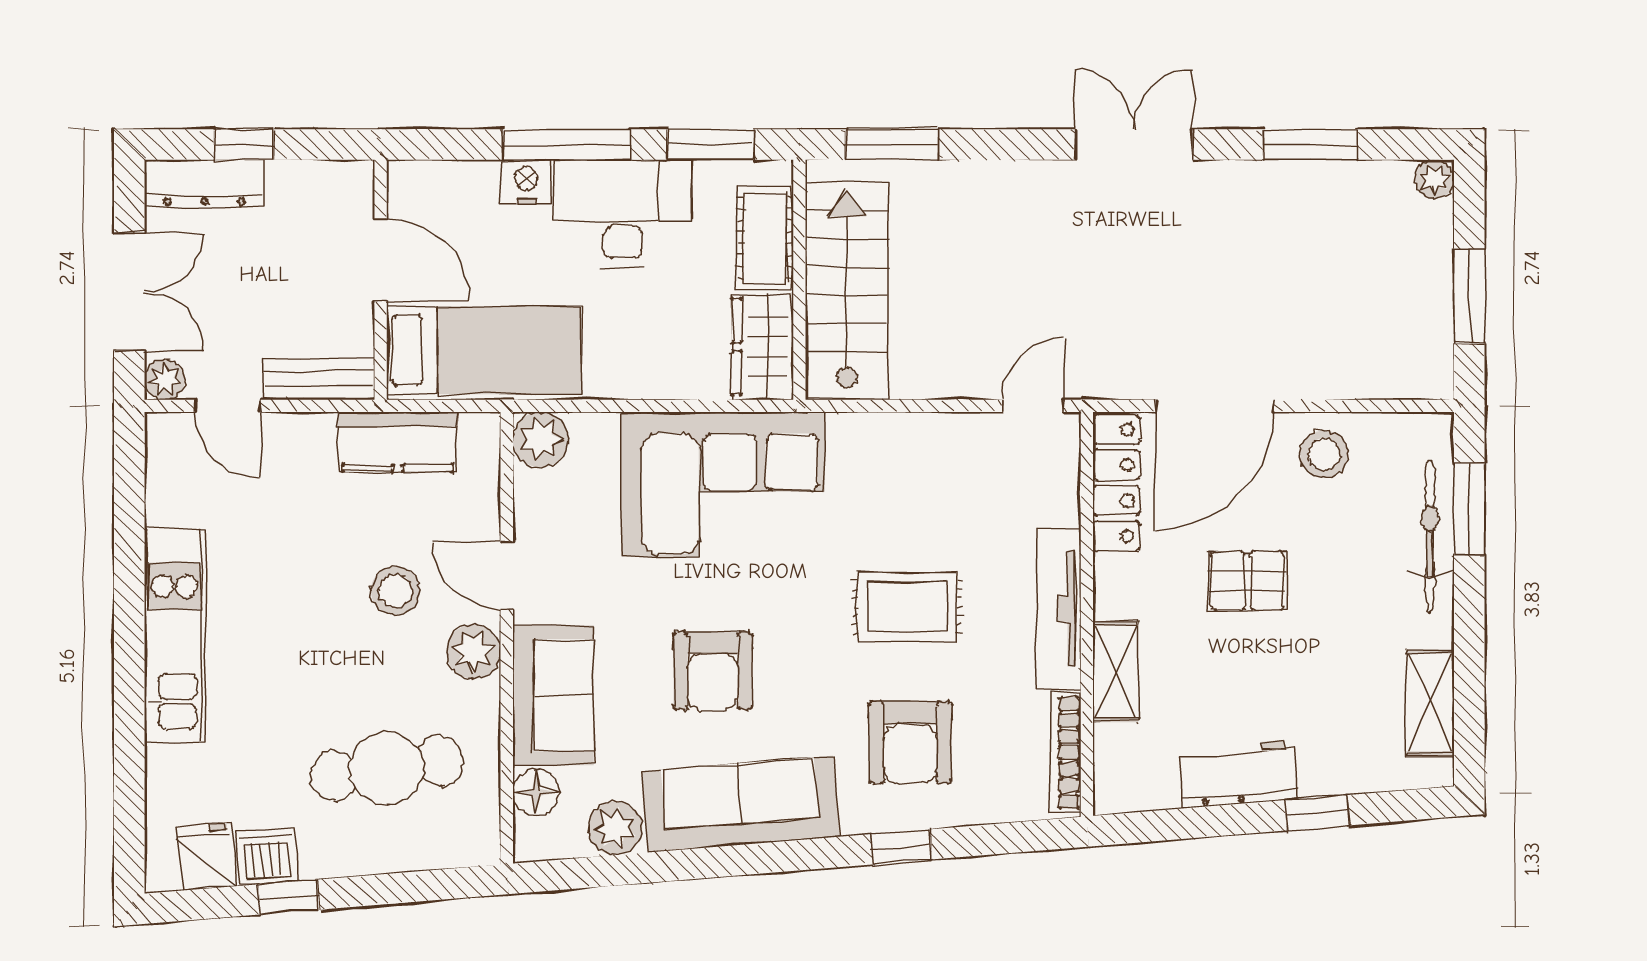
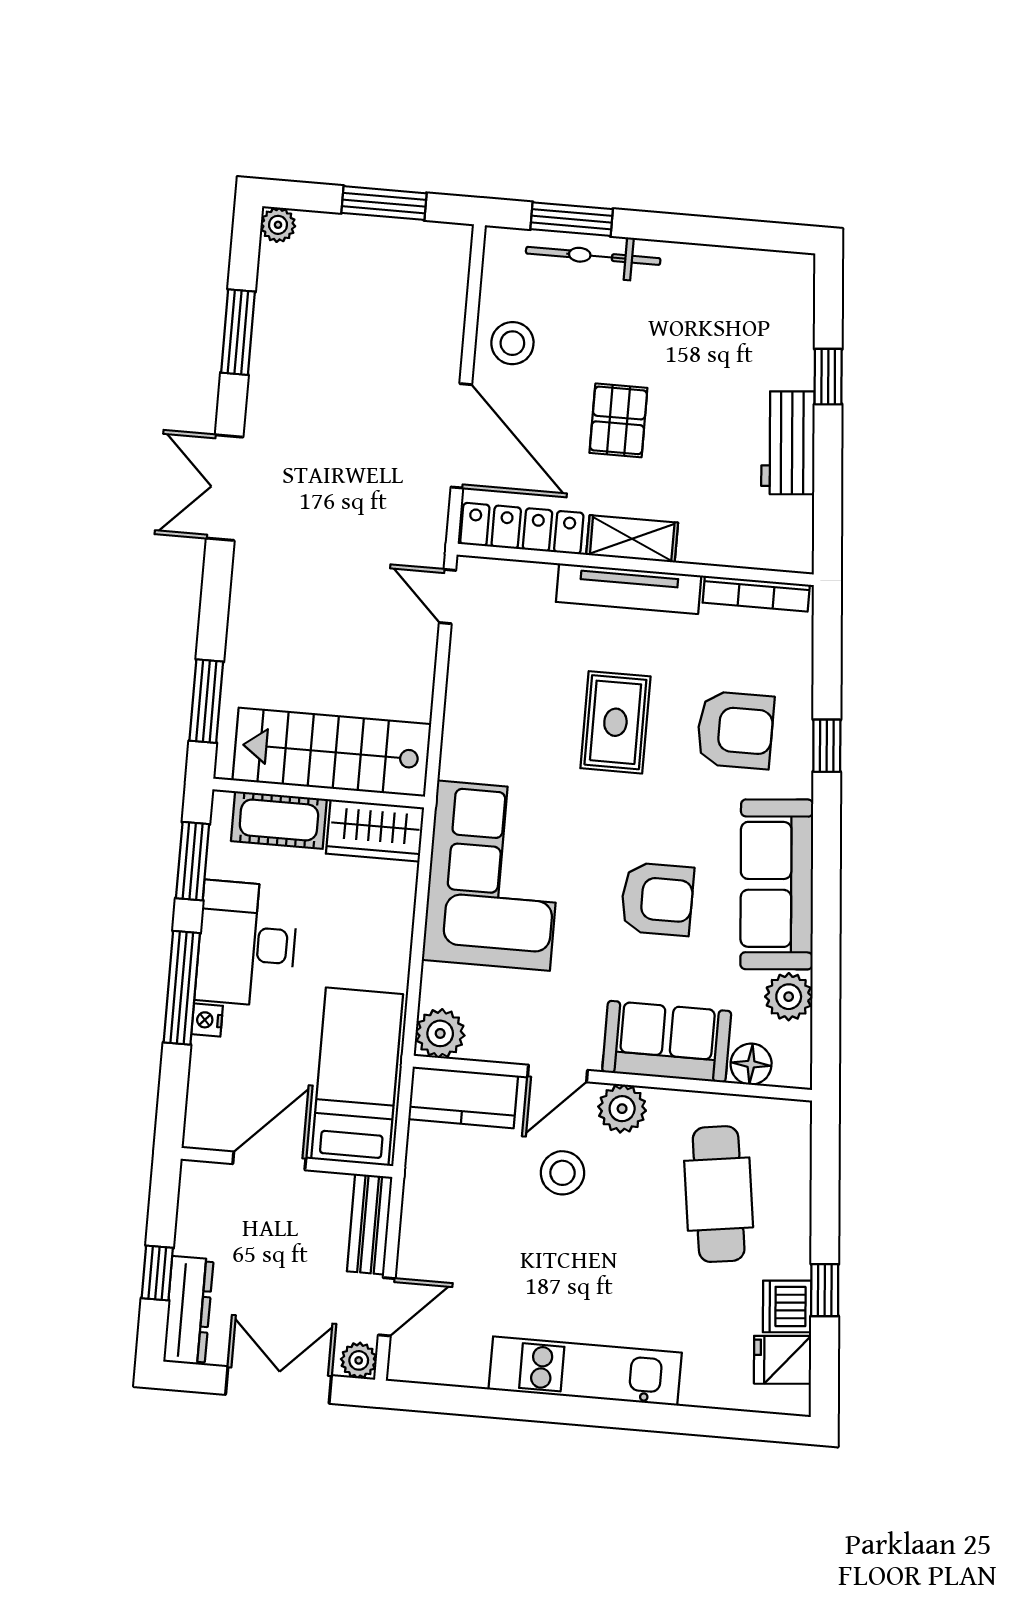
nightstand: (526, 182) -> (207, 1020), width x0.72, depth x0.74
kitchen counter: (398, 442) -> (463, 1097), moved, turned 90
shelving: (1115, 672) -> (632, 539), moved
shelving: (1430, 702) -> (739, 268), removed

